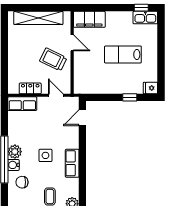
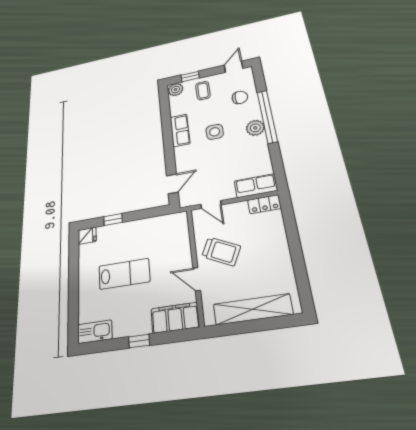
window: (141, 8) -> (139, 341), moved
locker: (30, 88) -> (264, 204), moved
water cooler: (13, 165) -> (254, 113), removed

